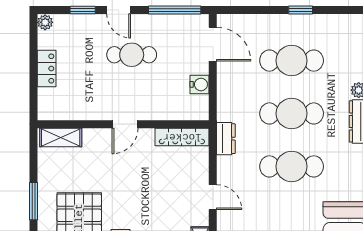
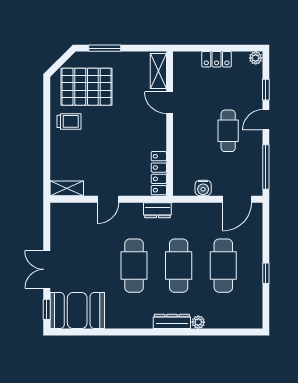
door: (125, 124) -> (170, 103), moved

